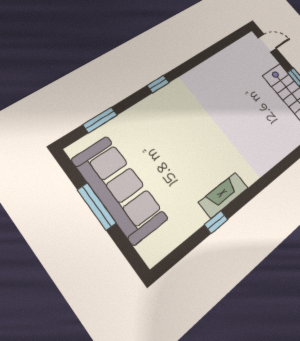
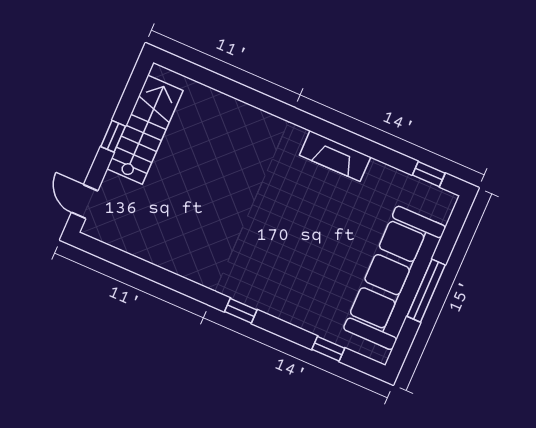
window: (100, 120) -> (328, 349), width x0.67
window: (216, 222) -> (429, 174), moved

